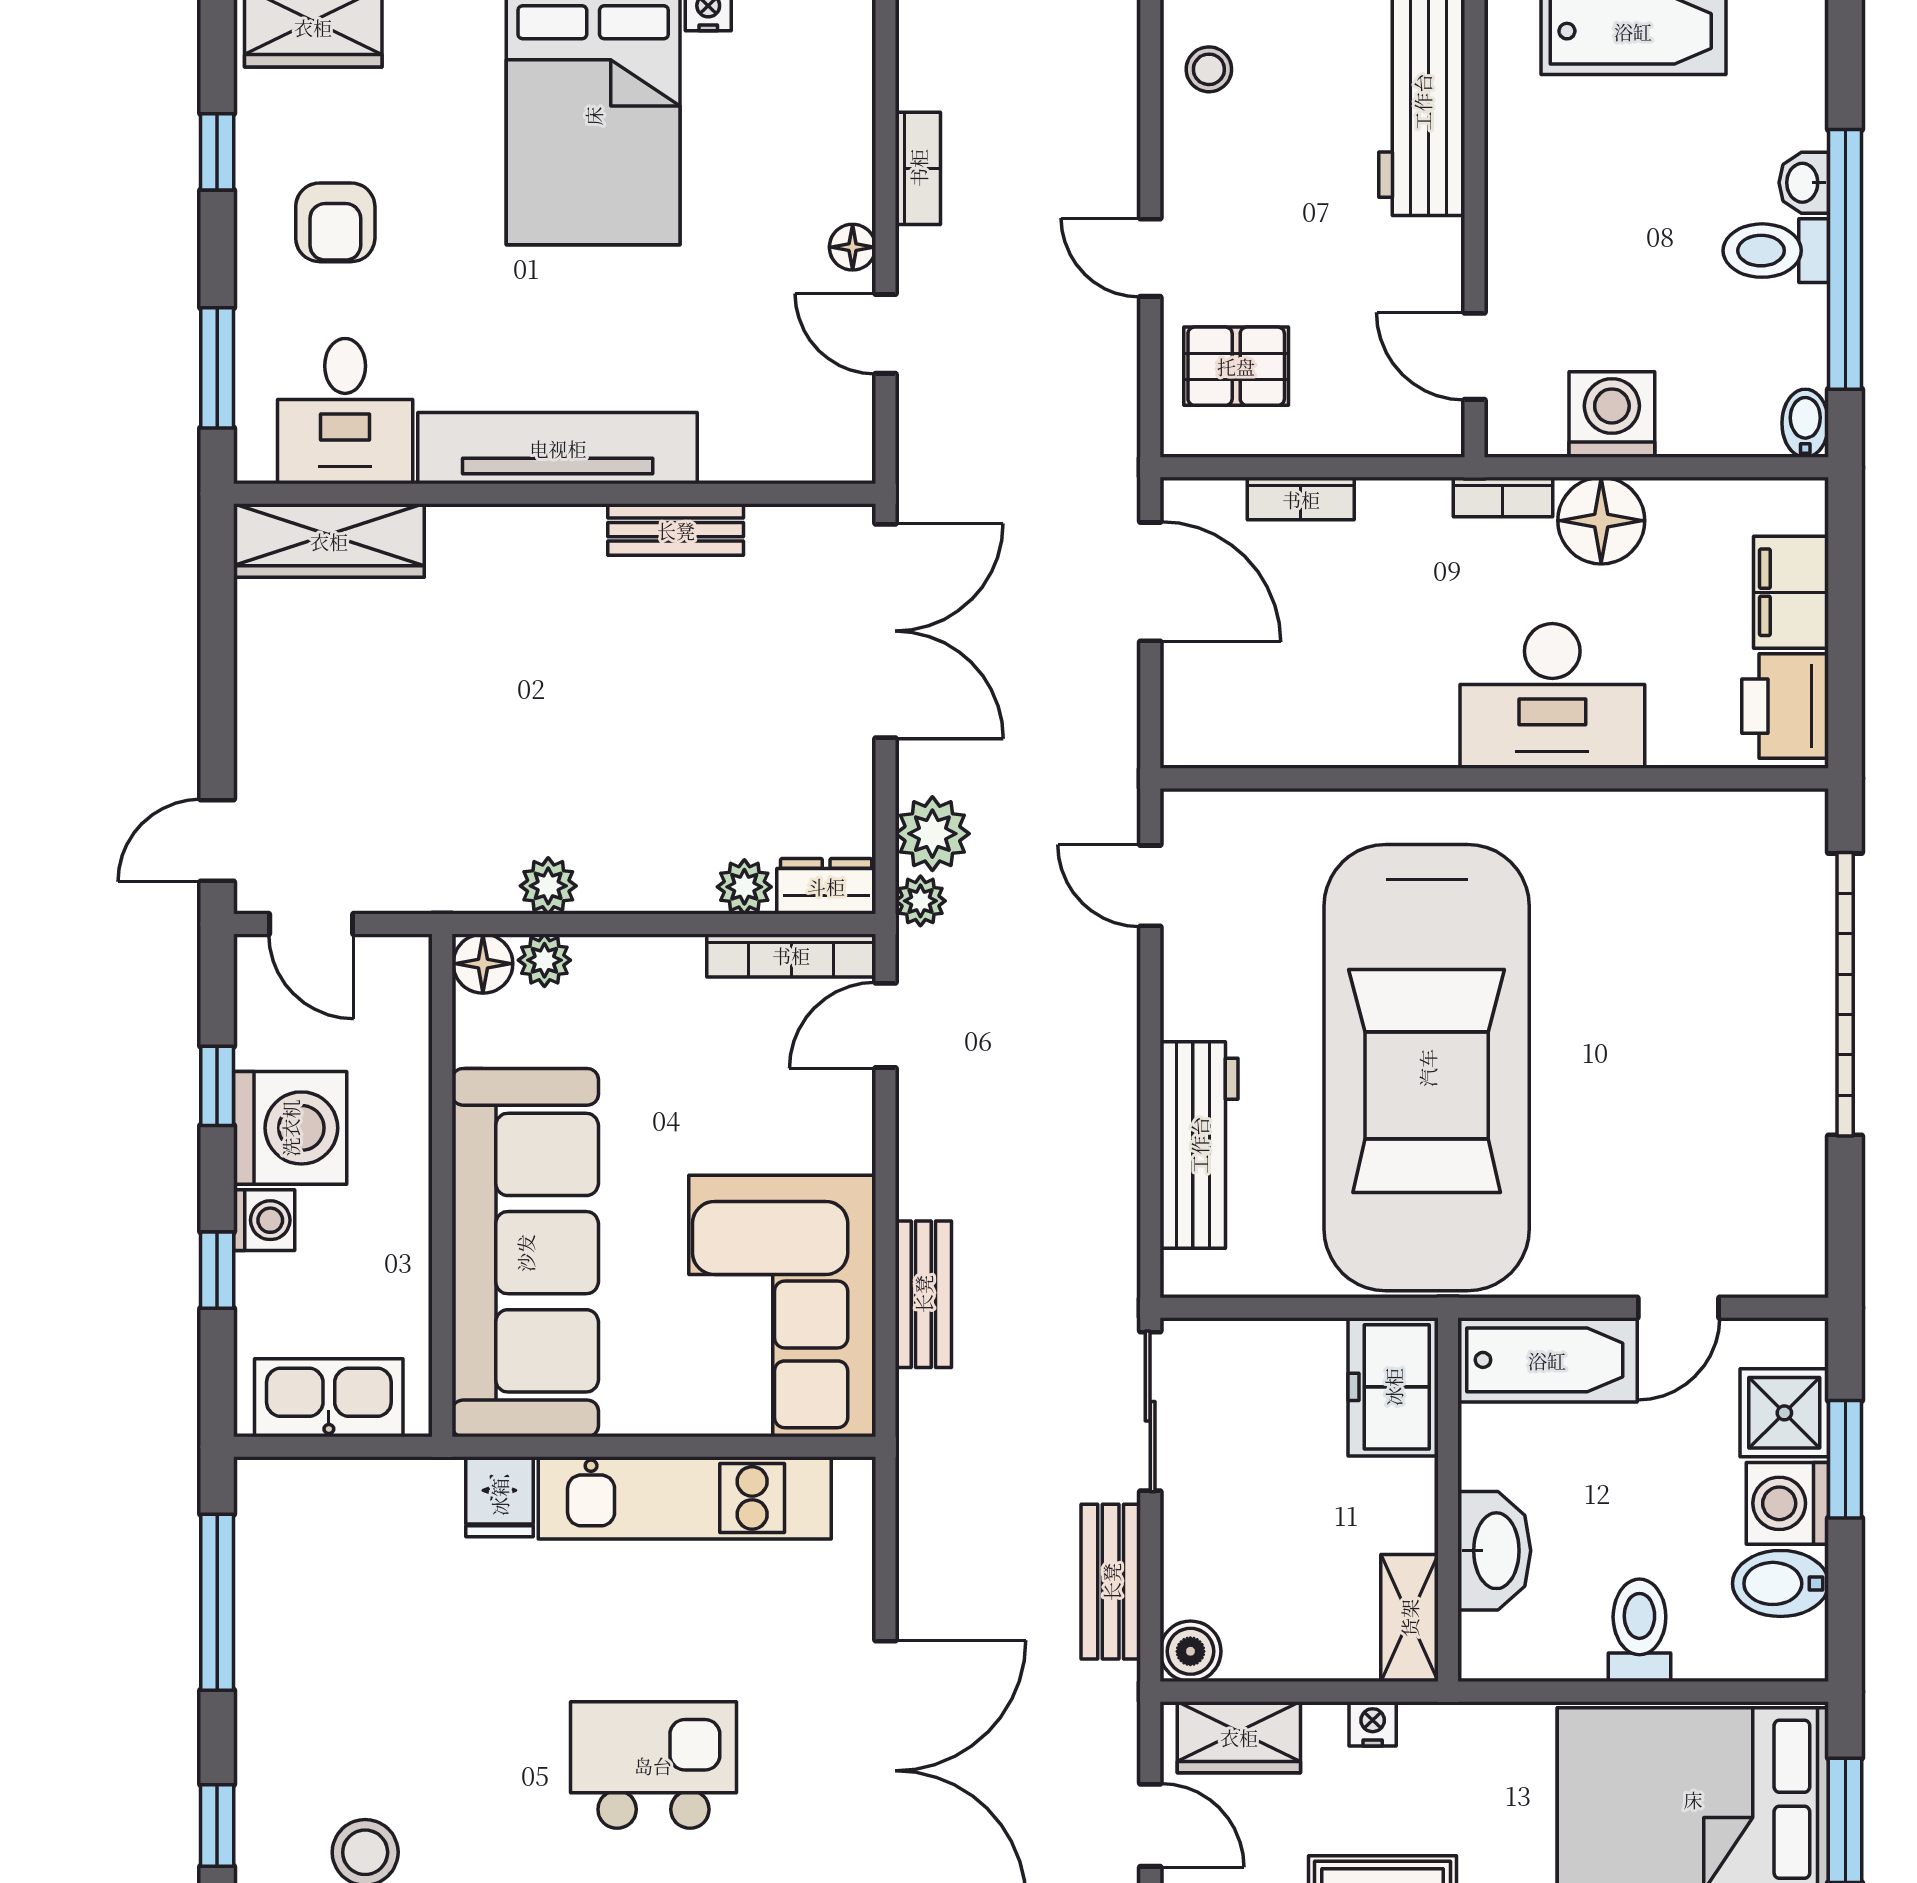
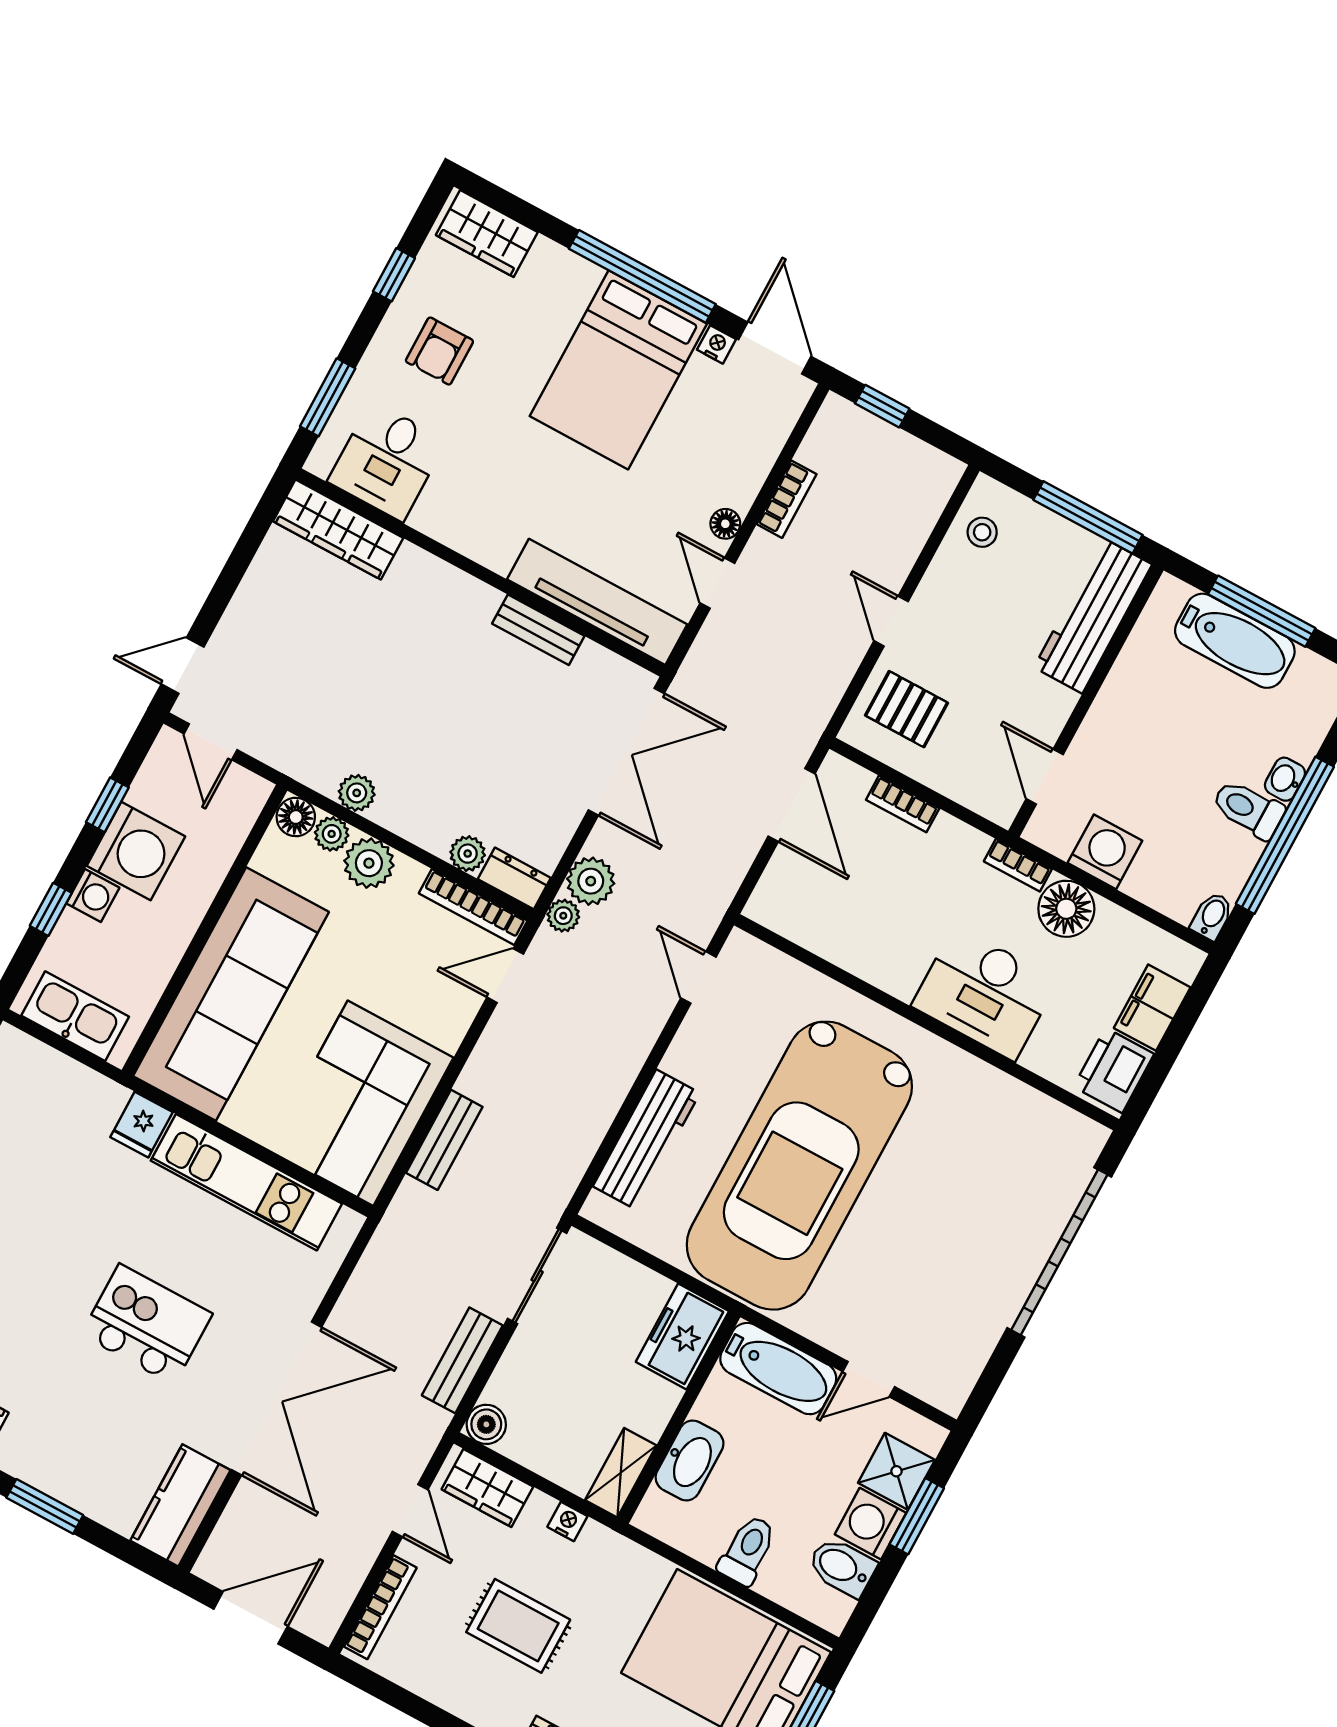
tv unit: (558, 448) -> (597, 602), moved
plant: (617, 973) -> (369, 863), added

